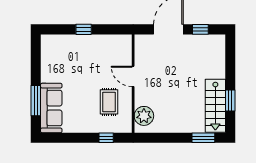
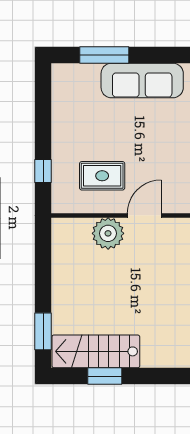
sofa: (51, 108) -> (142, 80), moved
plant: (144, 116) -> (108, 233), moved

